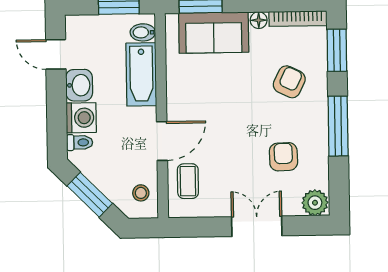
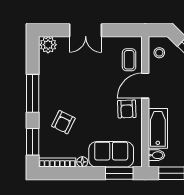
armchair: (283, 157) -> (127, 109), moved

